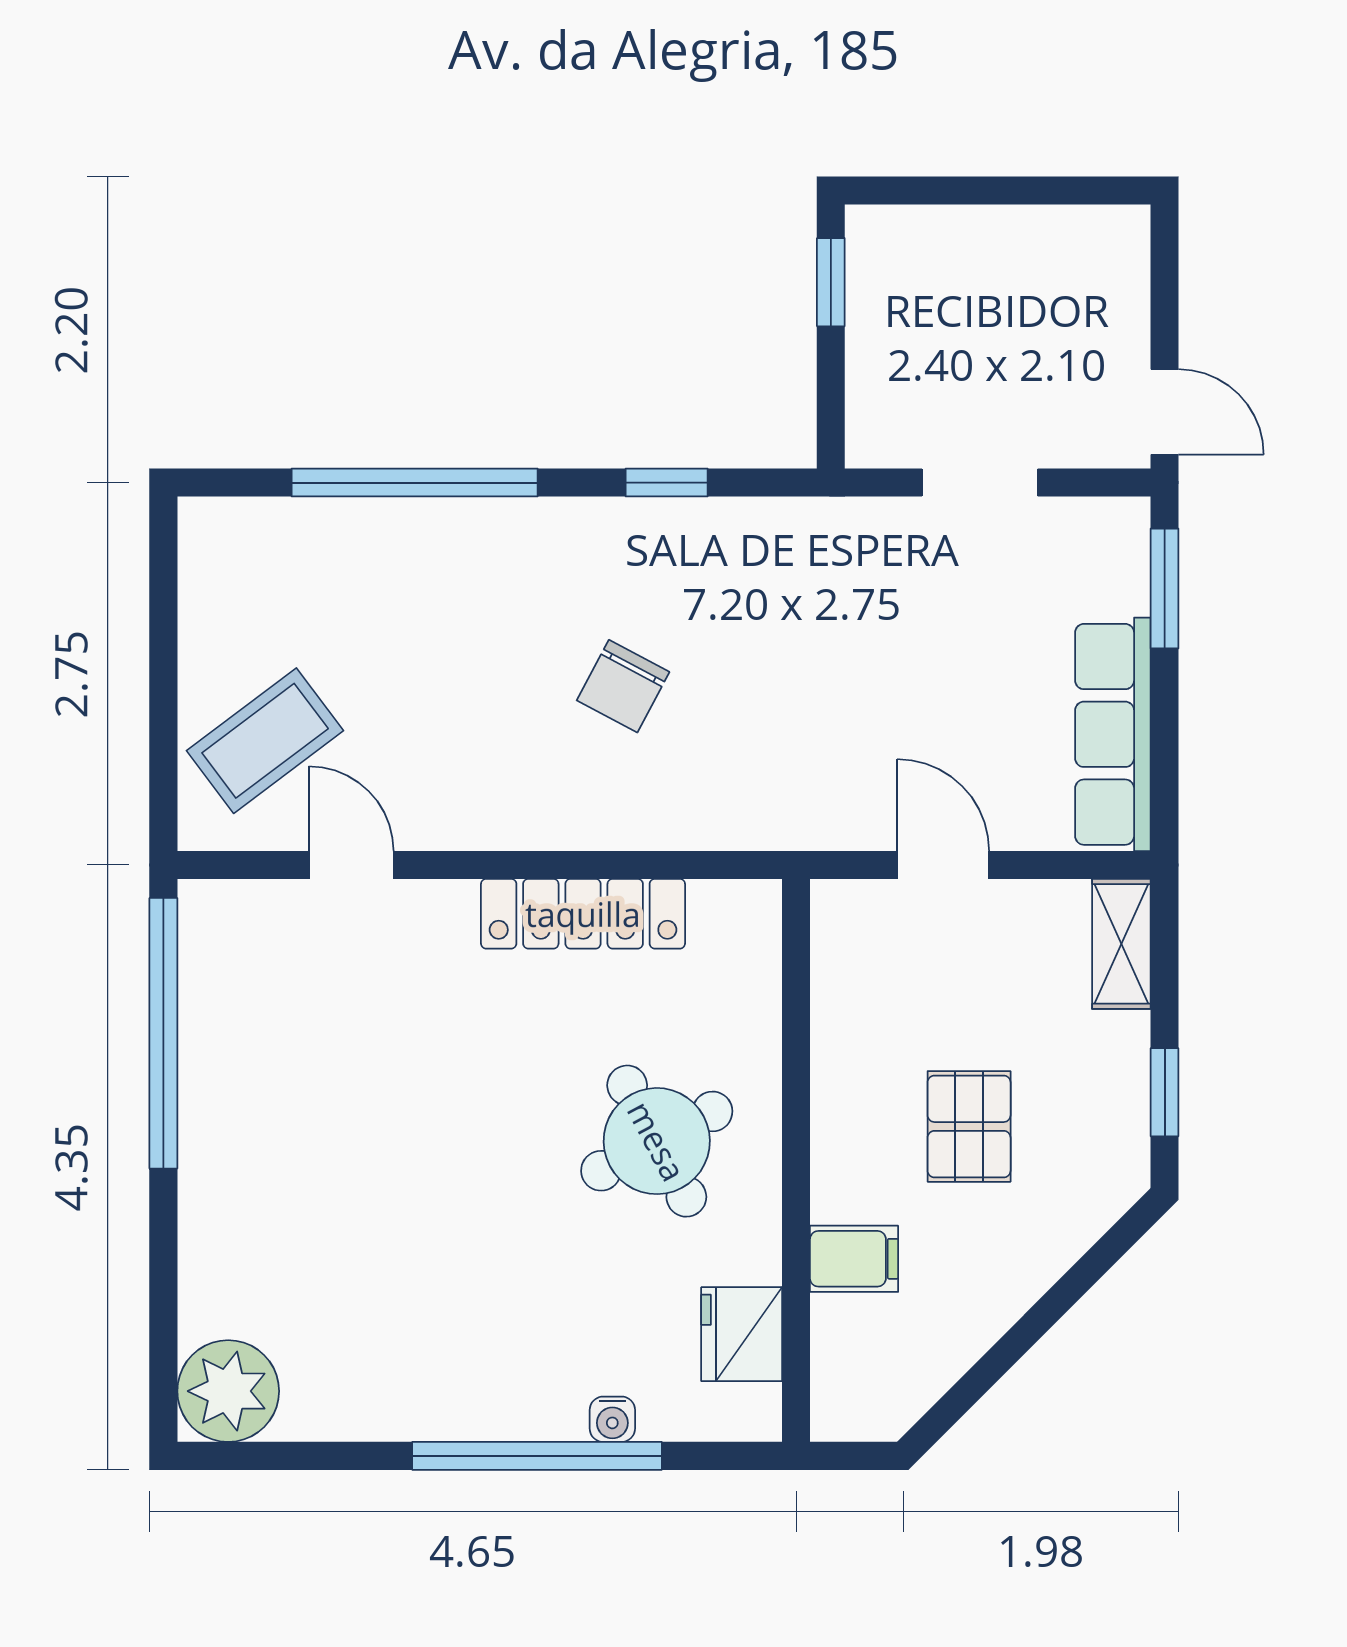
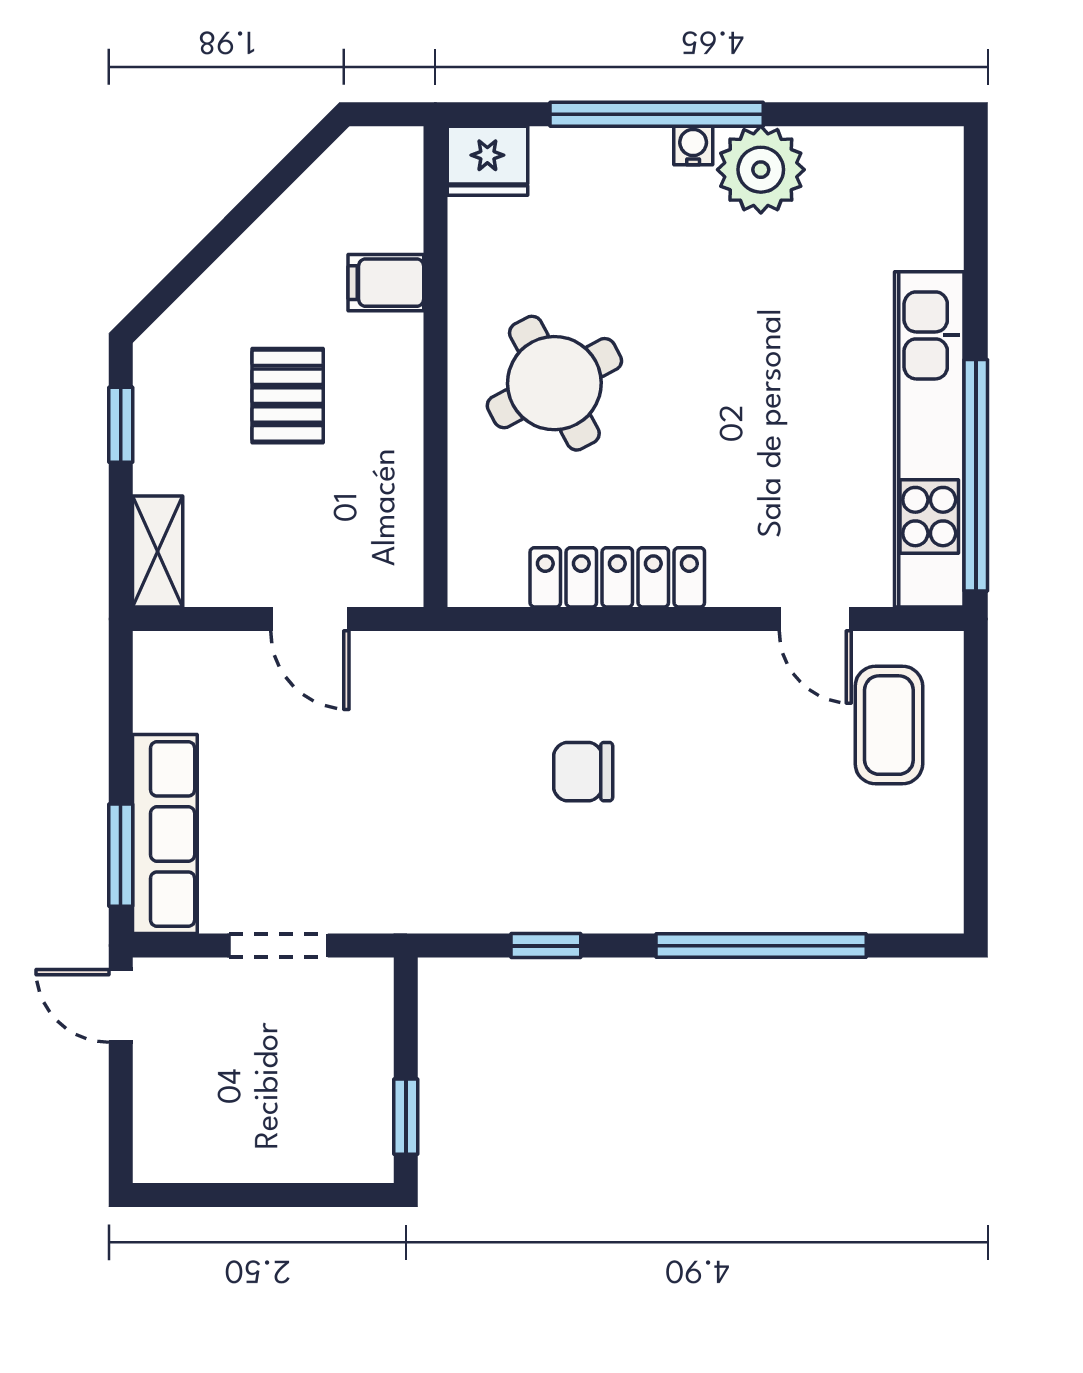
chair: (623, 686) -> (583, 772), turned -118
row of seats: (1113, 734) -> (165, 834), moved
coffee table: (265, 741) -> (889, 725), turned -53
kitchen unit: (218, 1075) -> (929, 439), added
fridge: (742, 1334) -> (487, 161), moved, turned 90
plant: (228, 1391) -> (761, 170), moved
water cooler: (612, 1419) -> (693, 146), moved

